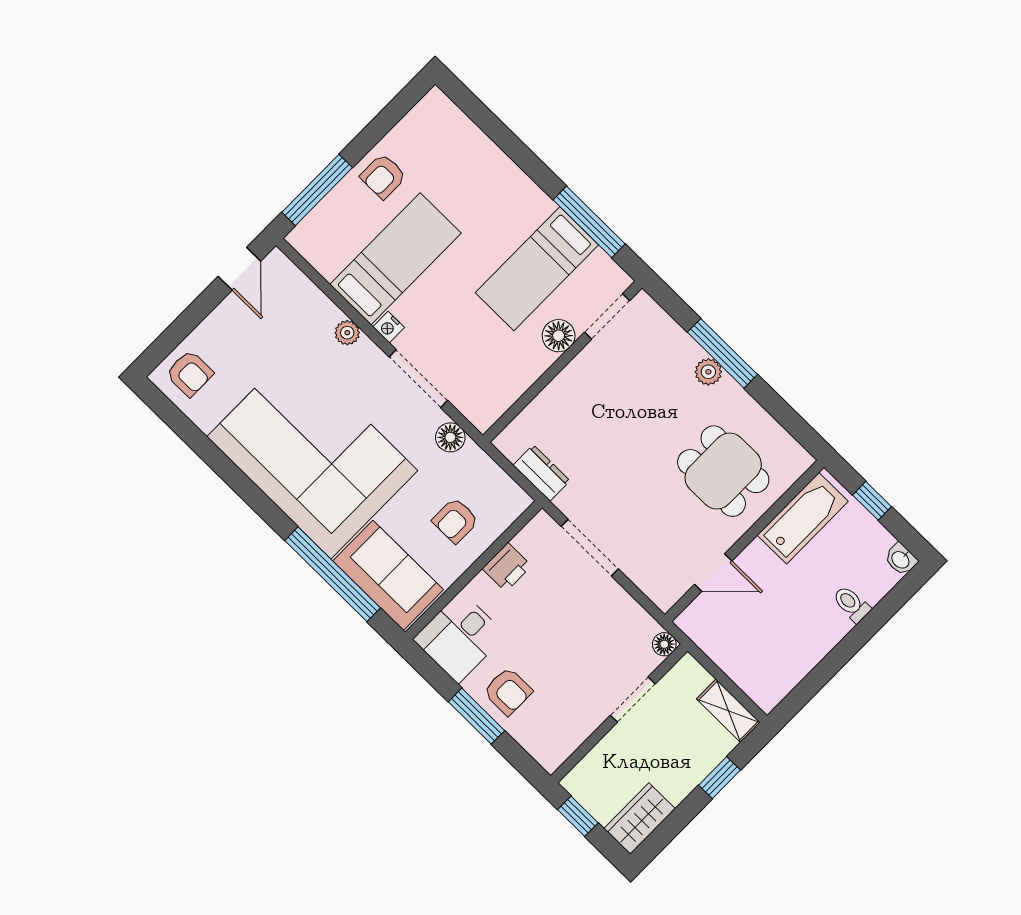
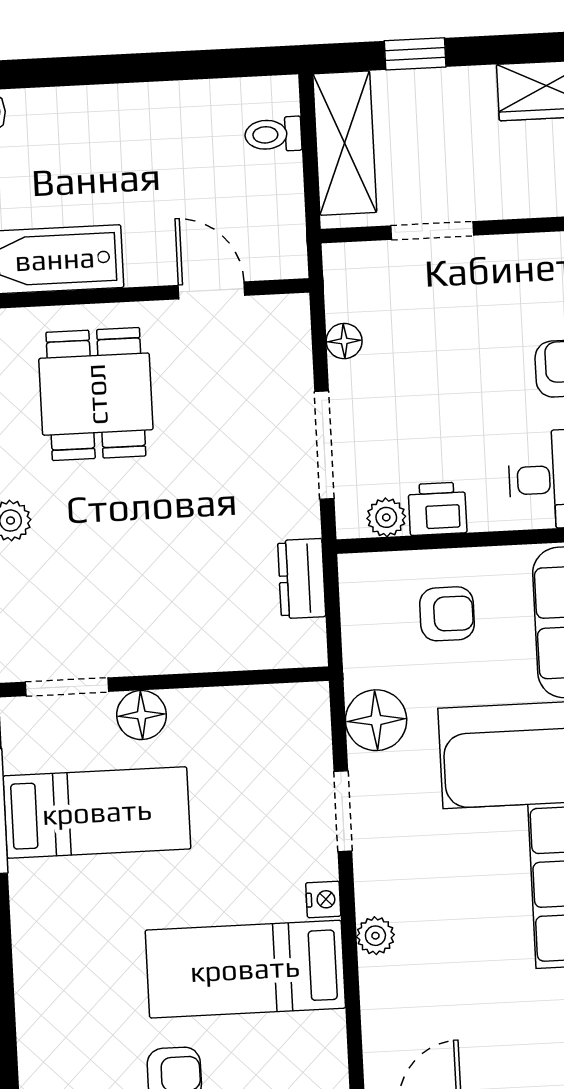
doorway: (418, 379) -> (343, 811), width x0.73
floor lamp: (450, 437) -> (376, 720), width x1.38, depth x1.38
plant: (528, 540) -> (386, 517), added
toilet: (851, 604) -> (273, 134), moved, turned 90
floor lamp: (664, 644) -> (344, 341), moved
shelving: (728, 711) -> (345, 143), width x1.50, depth x1.33

